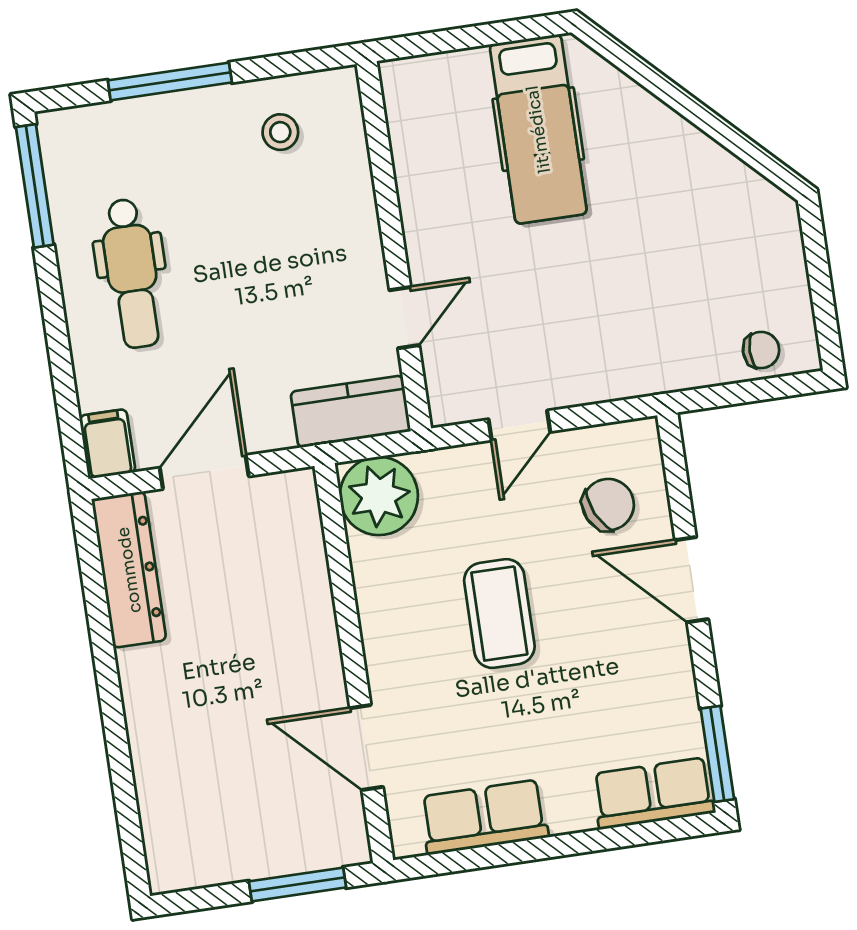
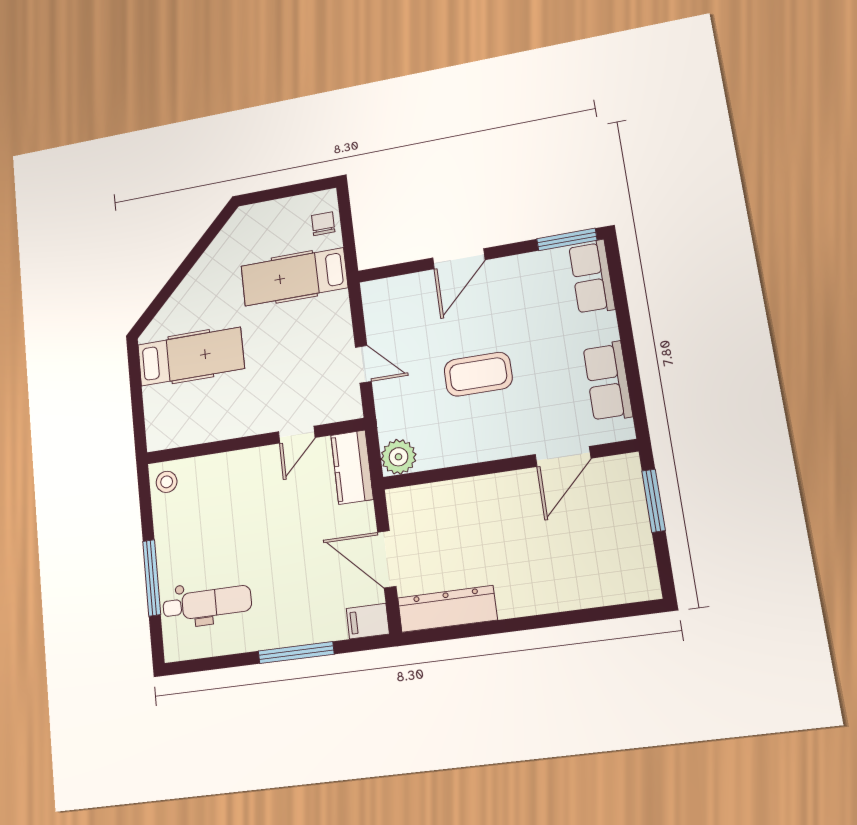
stool: (280, 132) -> (167, 482), moved
window: (35, 186) -> (296, 653), moved
dental chair: (132, 273) -> (207, 603), moved
hospital bed: (671, 303) -> (294, 277), added
door: (404, 318) -> (297, 435), swing flipped
plant: (379, 496) -> (399, 457), width x0.73, depth x0.73
chair: (608, 505) -> (412, 310), removed

